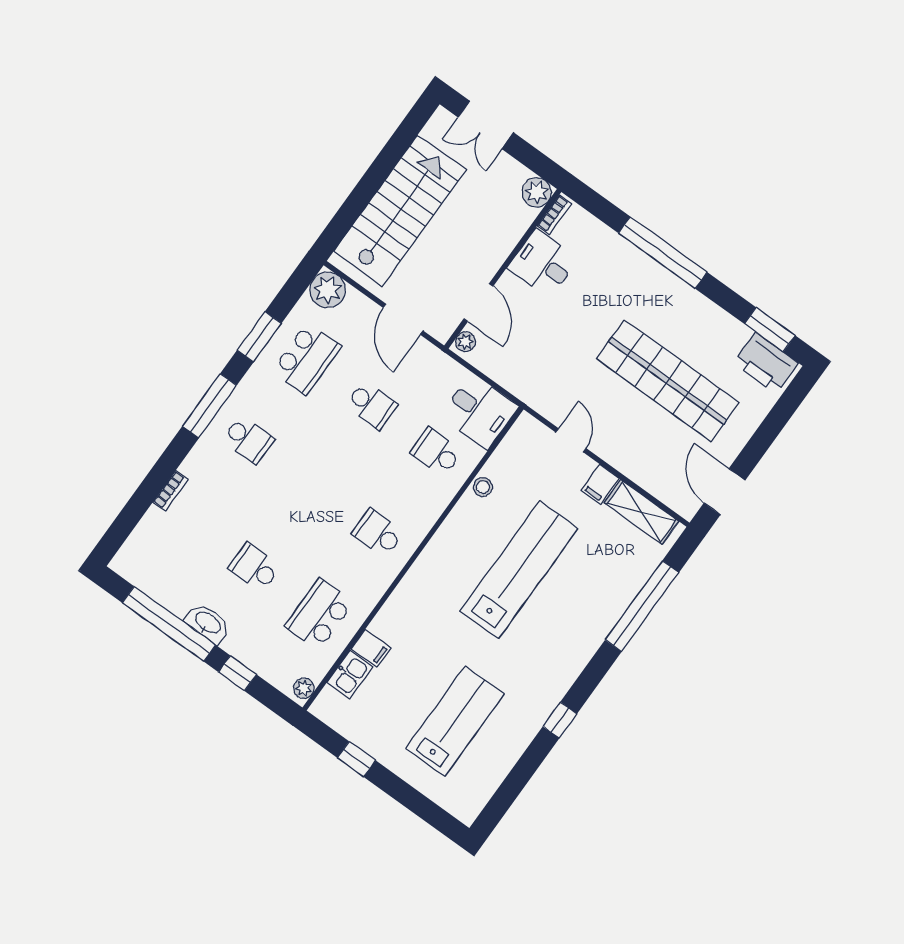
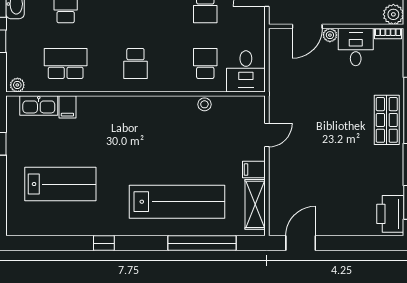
plant: (465, 342) -> (330, 35), moved
shop shelf: (668, 381) -> (387, 120), moved, width x0.50, depth x0.74
school desk: (378, 533) -> (135, 64), turned 180
lab bench: (519, 570) -> (177, 202), moved
kitchen sink: (350, 675) -> (39, 106), width x1.38

